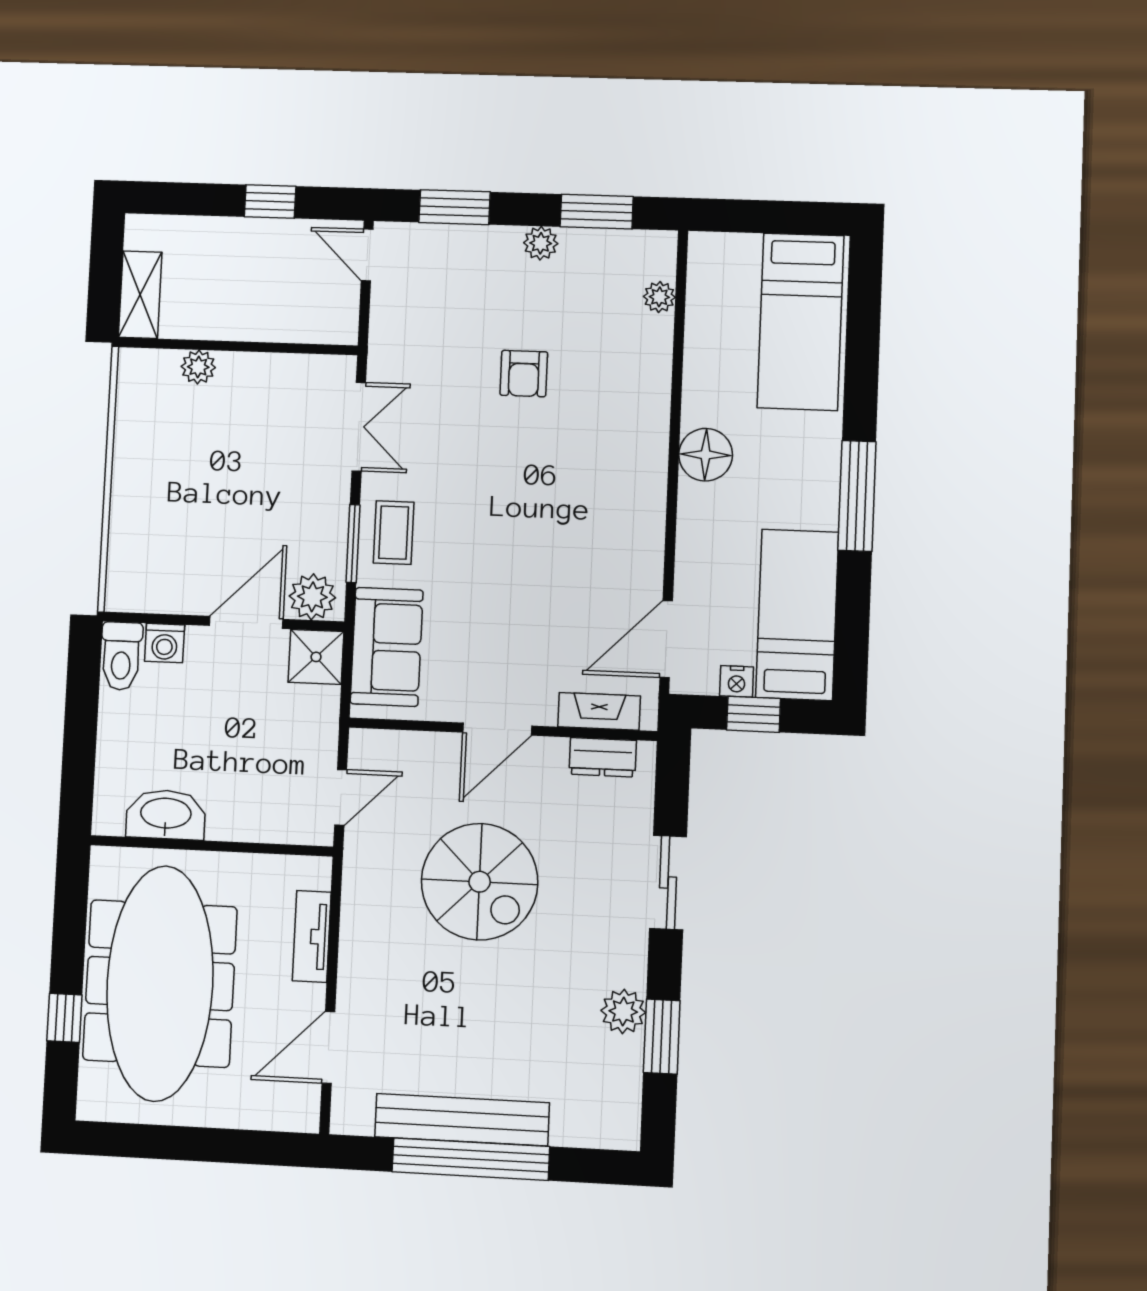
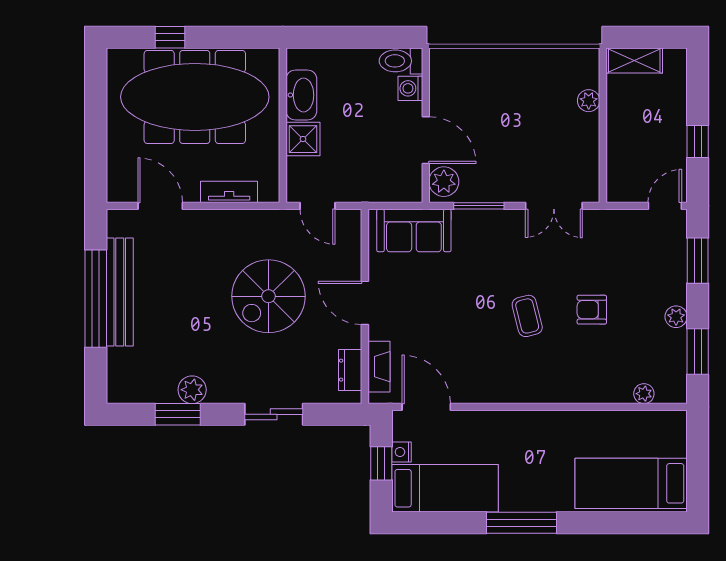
floor lamp: (706, 455) -> (544, 427), removed
coffee table: (394, 533) -> (527, 316), moved, turned 76
shower: (316, 657) -> (303, 139), moved

